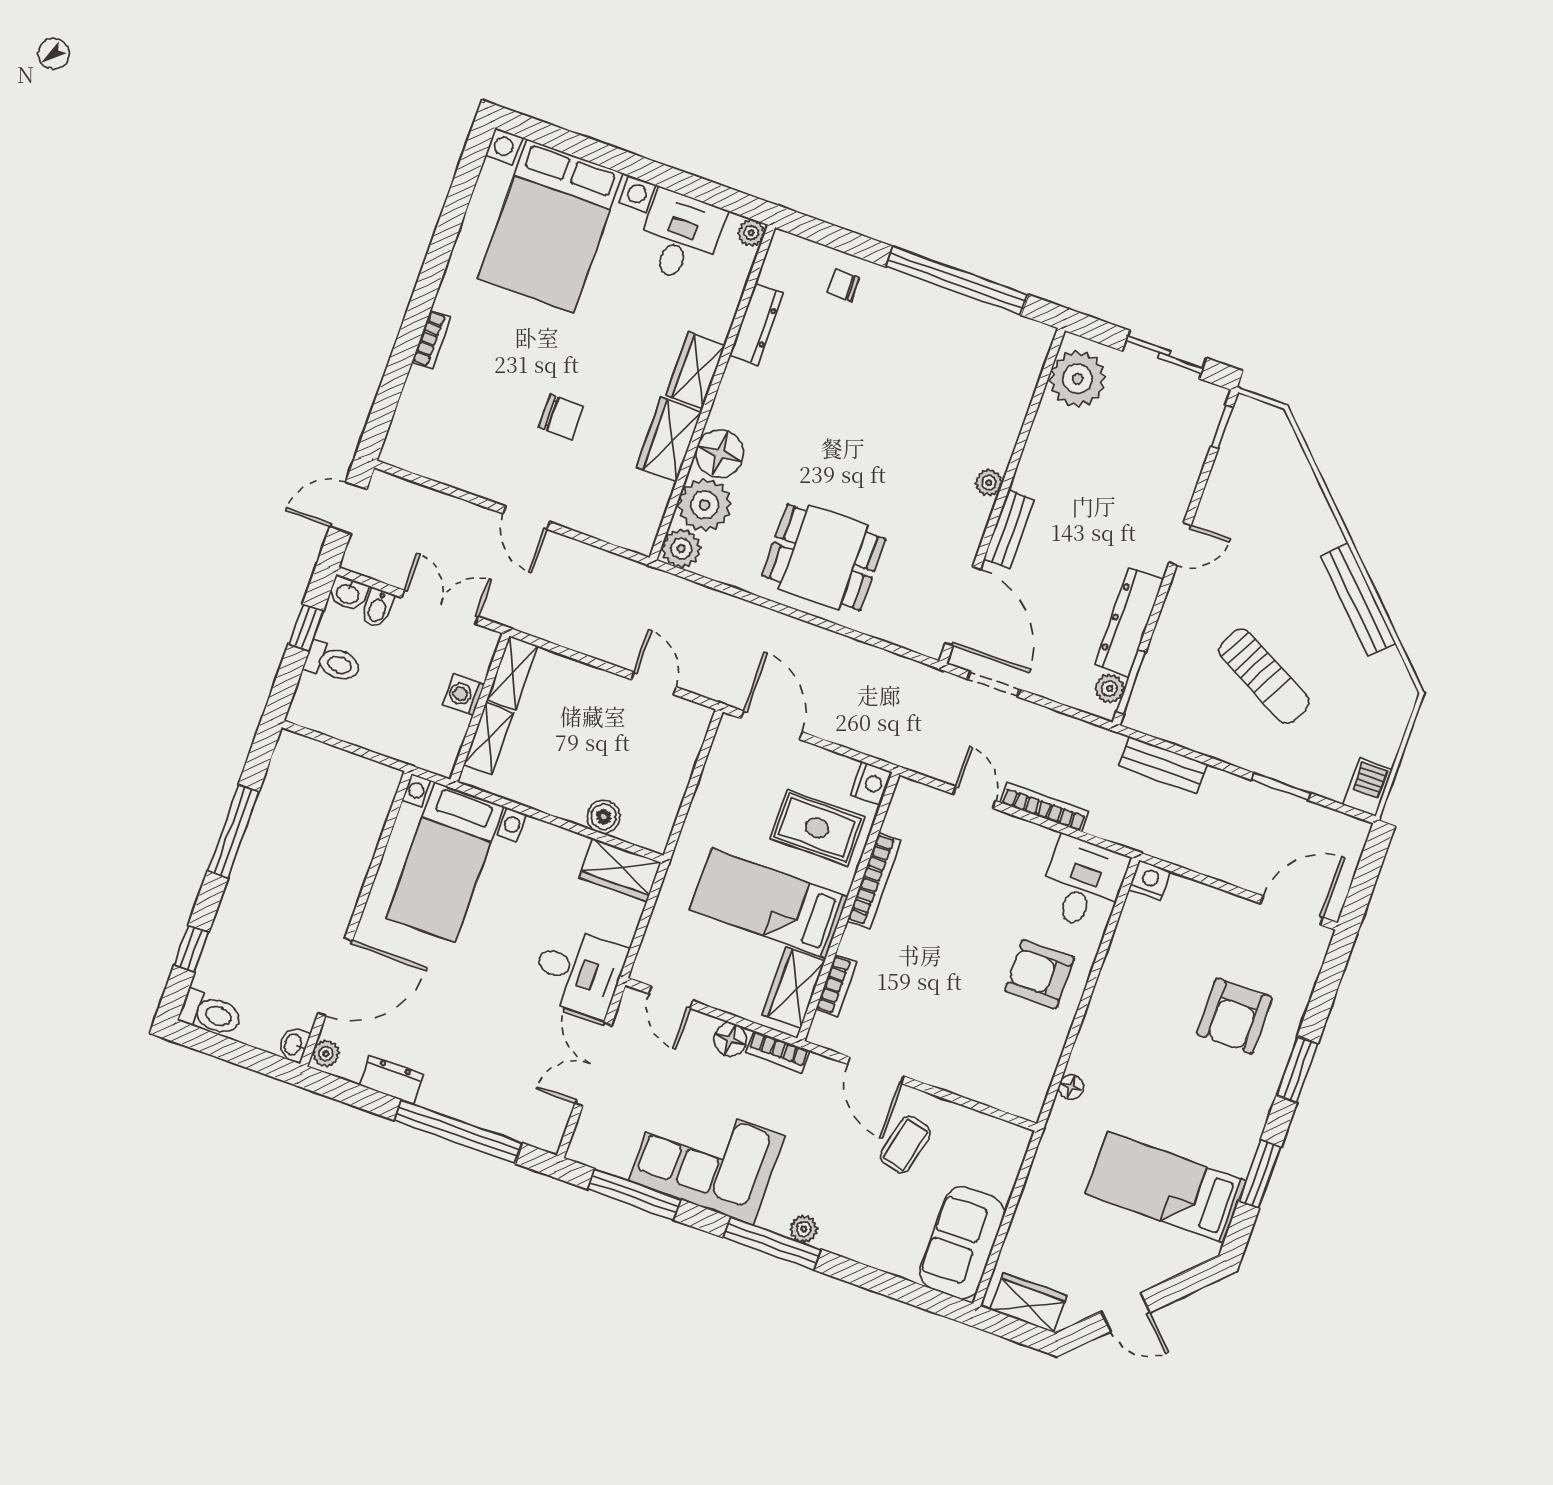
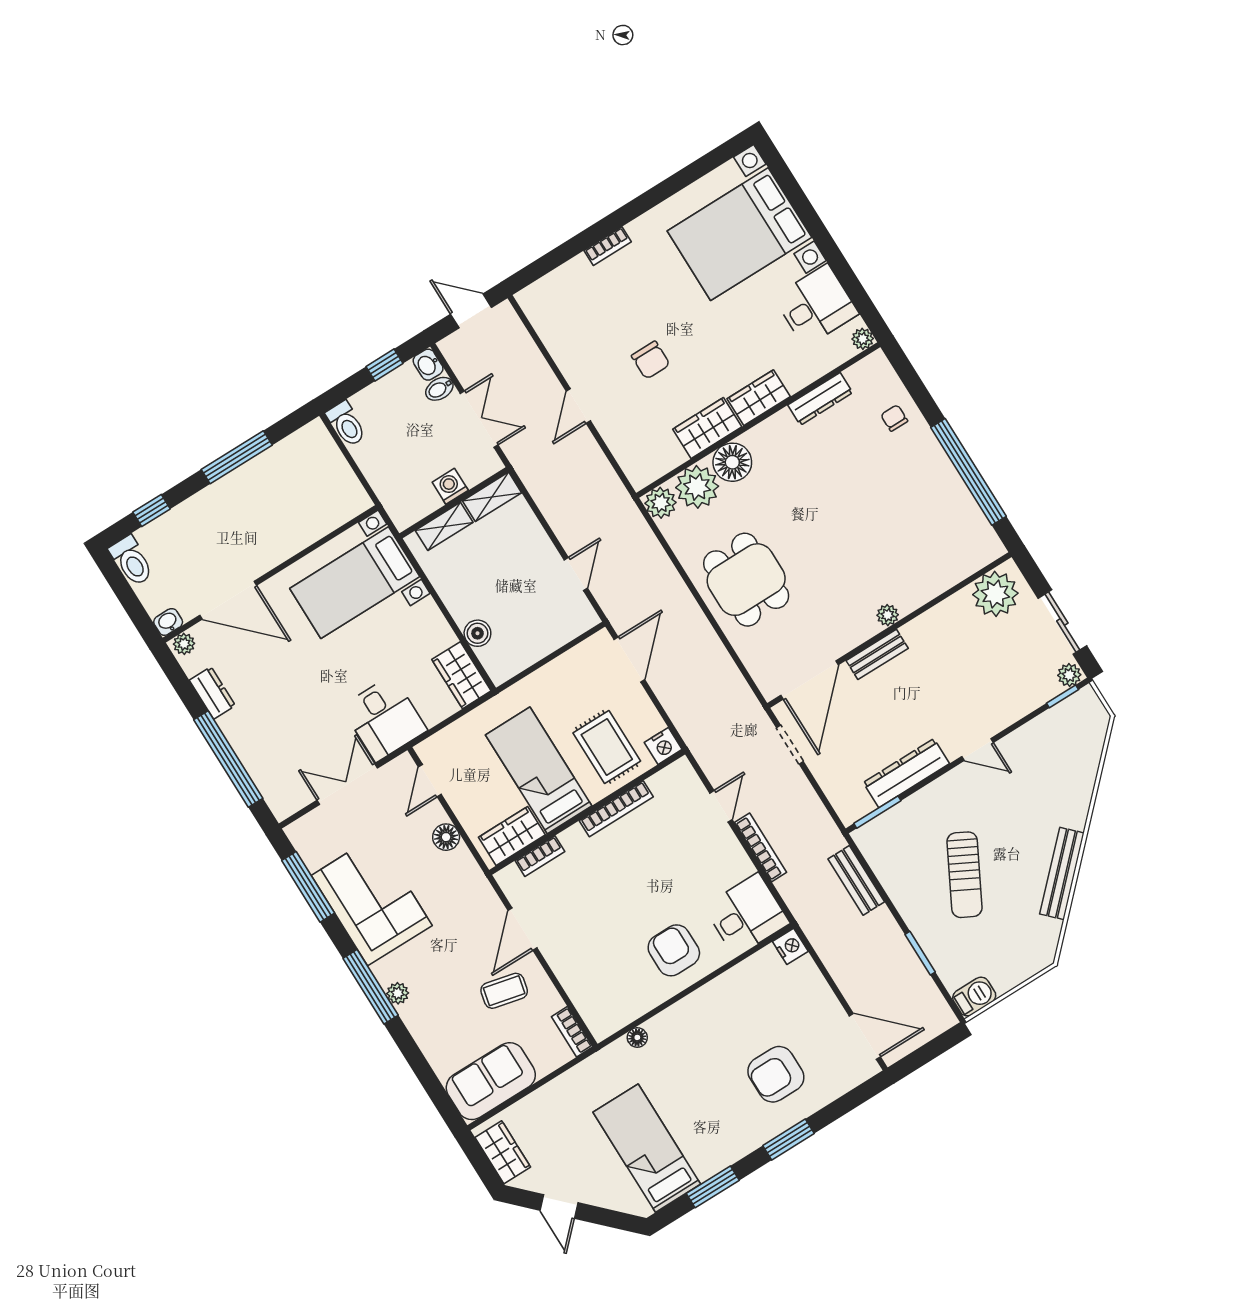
toilet: (333, 662) -> (346, 424), moved
plant: (1110, 689) -> (1069, 675), moved
bookcase: (778, 1052) -> (572, 1032), moved

